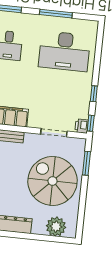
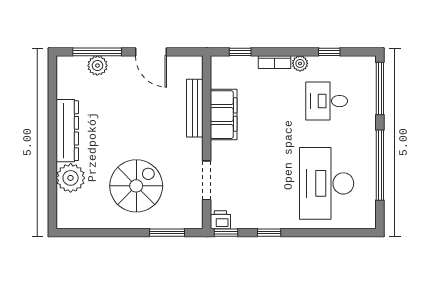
window: (56, 14) -> (380, 165), width x1.46
spiral stairs: (53, 181) -> (136, 186), width x0.73, depth x0.73
plant: (56, 227) -> (71, 178), moved

